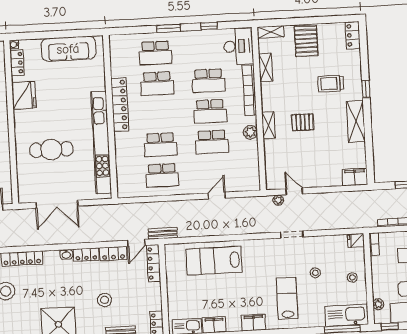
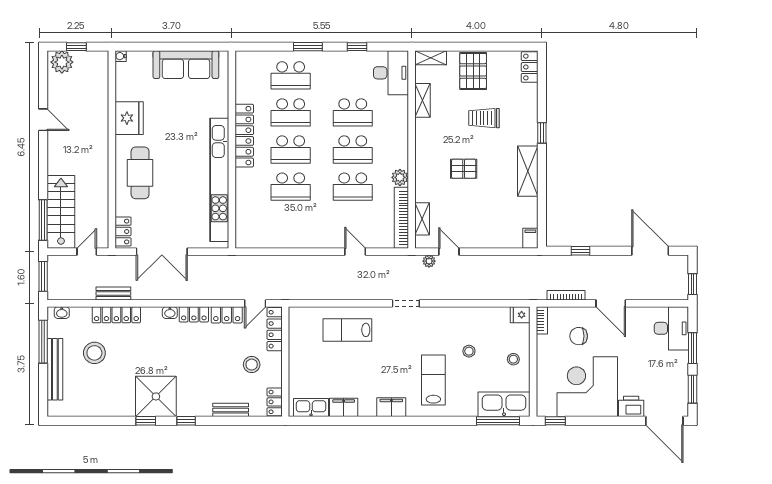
locker: (17, 63) -> (123, 232), moved
trolley: (331, 84) -> (484, 118), moved
bookcase: (249, 90) -> (401, 218), moved
shelving: (268, 125) -> (422, 219), moved
cafe table: (51, 150) -> (140, 173), moved, turned 90
school desk: (162, 175) -> (291, 150), moved
filing cabinet: (355, 177) -> (530, 238), width x0.50
door: (217, 196) -> (355, 252), hinge flipped
bench: (163, 233) -> (113, 294), moved
doorway: (292, 234) -> (406, 303), moved
lab bench: (214, 261) -> (347, 330), width x0.73, depth x0.72
stool: (104, 300) -> (252, 365), moved
plant: (378, 304) -> (543, 393), removed

